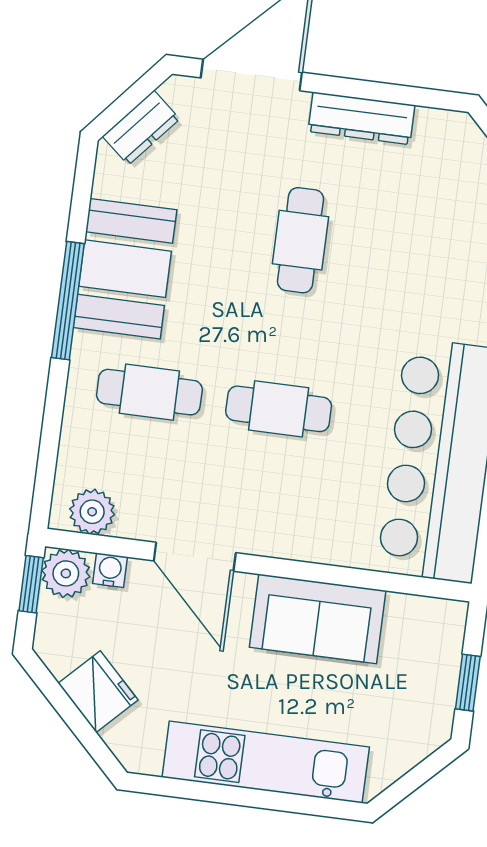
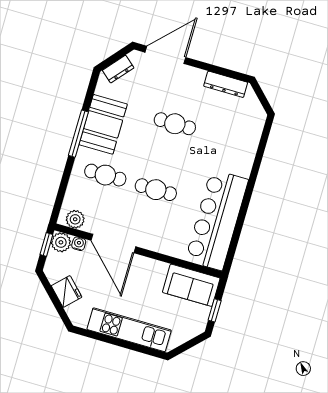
dresser: (361, 118) -> (226, 84), moved
cafe table: (301, 240) -> (175, 124), turned 90
door: (195, 557) -> (113, 244), width x1.36
sofa: (318, 619) -> (191, 285), moved

